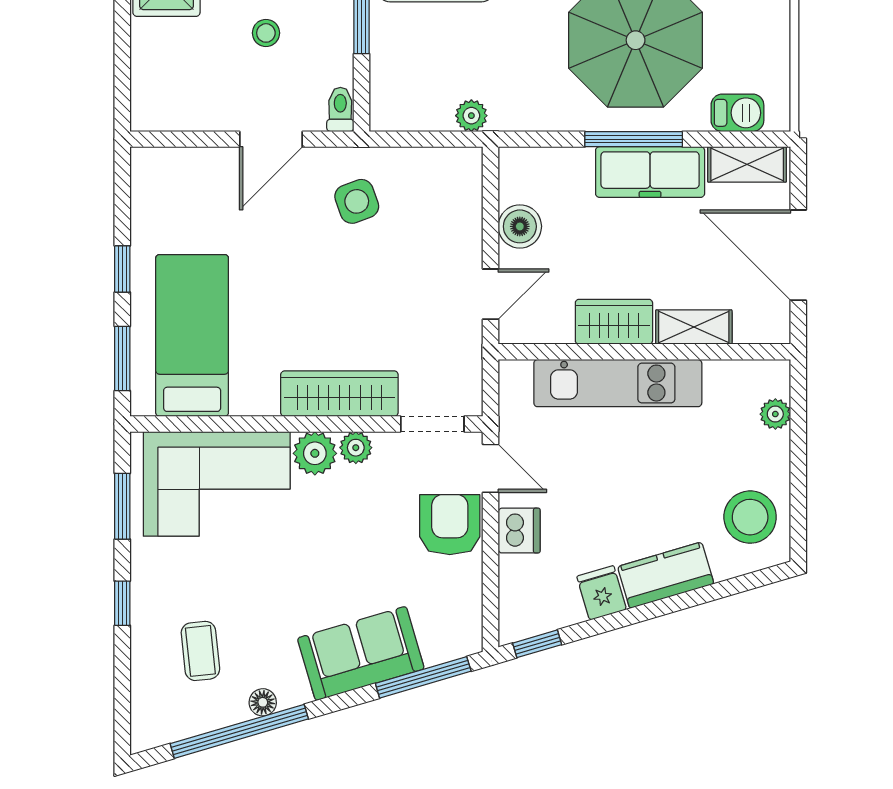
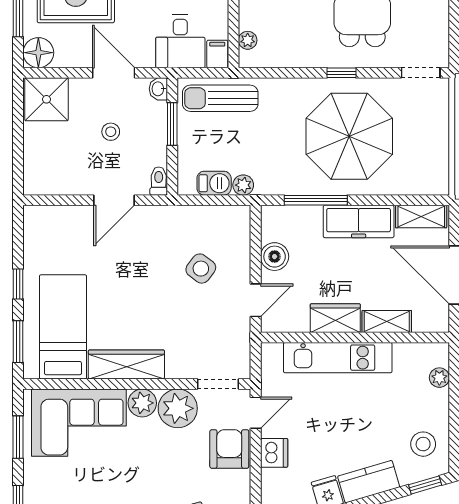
barbecue: (737, 113) -> (214, 183), moved
window: (634, 139) -> (316, 200), moved
side table: (357, 201) -> (201, 269), moved, turned -33
wardrobe: (339, 394) -> (126, 364), moved
plant: (356, 448) -> (178, 408), width x1.88, depth x1.88
door: (491, 468) -> (256, 413), hinge flipped
stool: (750, 517) -> (423, 444), width x0.73, depth x0.73
window: (753, 580) -> (425, 485), added

